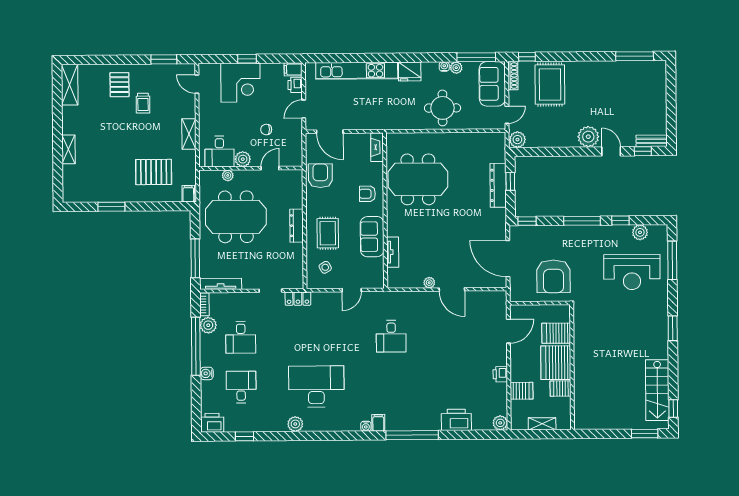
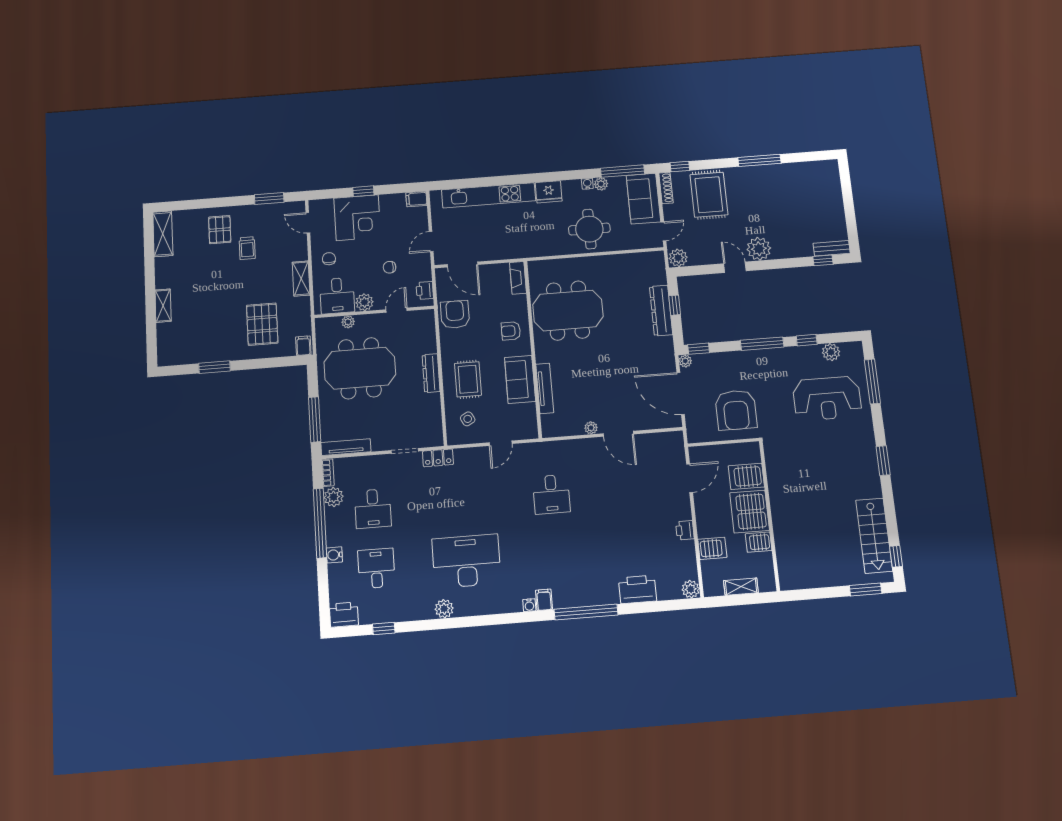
window: (635, 56) -> (759, 160), moved
printer: (295, 85) -> (425, 290), moved
chair: (214, 118) -> (329, 259), added
door: (611, 151) -> (735, 267), moved
pallet: (154, 172) -> (262, 324), turned 90
plant: (515, 231) -> (685, 361), added
tv unit: (393, 252) -> (545, 388), width x1.41

